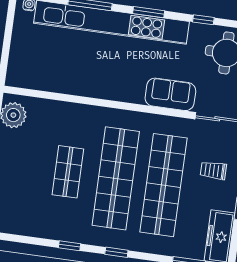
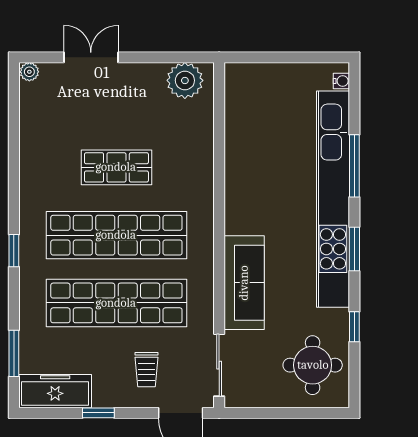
sofa: (170, 94) -> (244, 283), width x1.36
trolley: (213, 170) -> (146, 370), turned 180
window: (69, 246) -> (14, 184), removed

